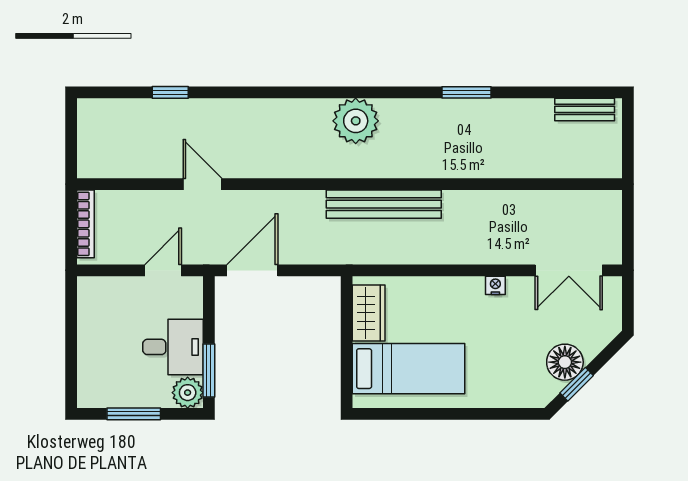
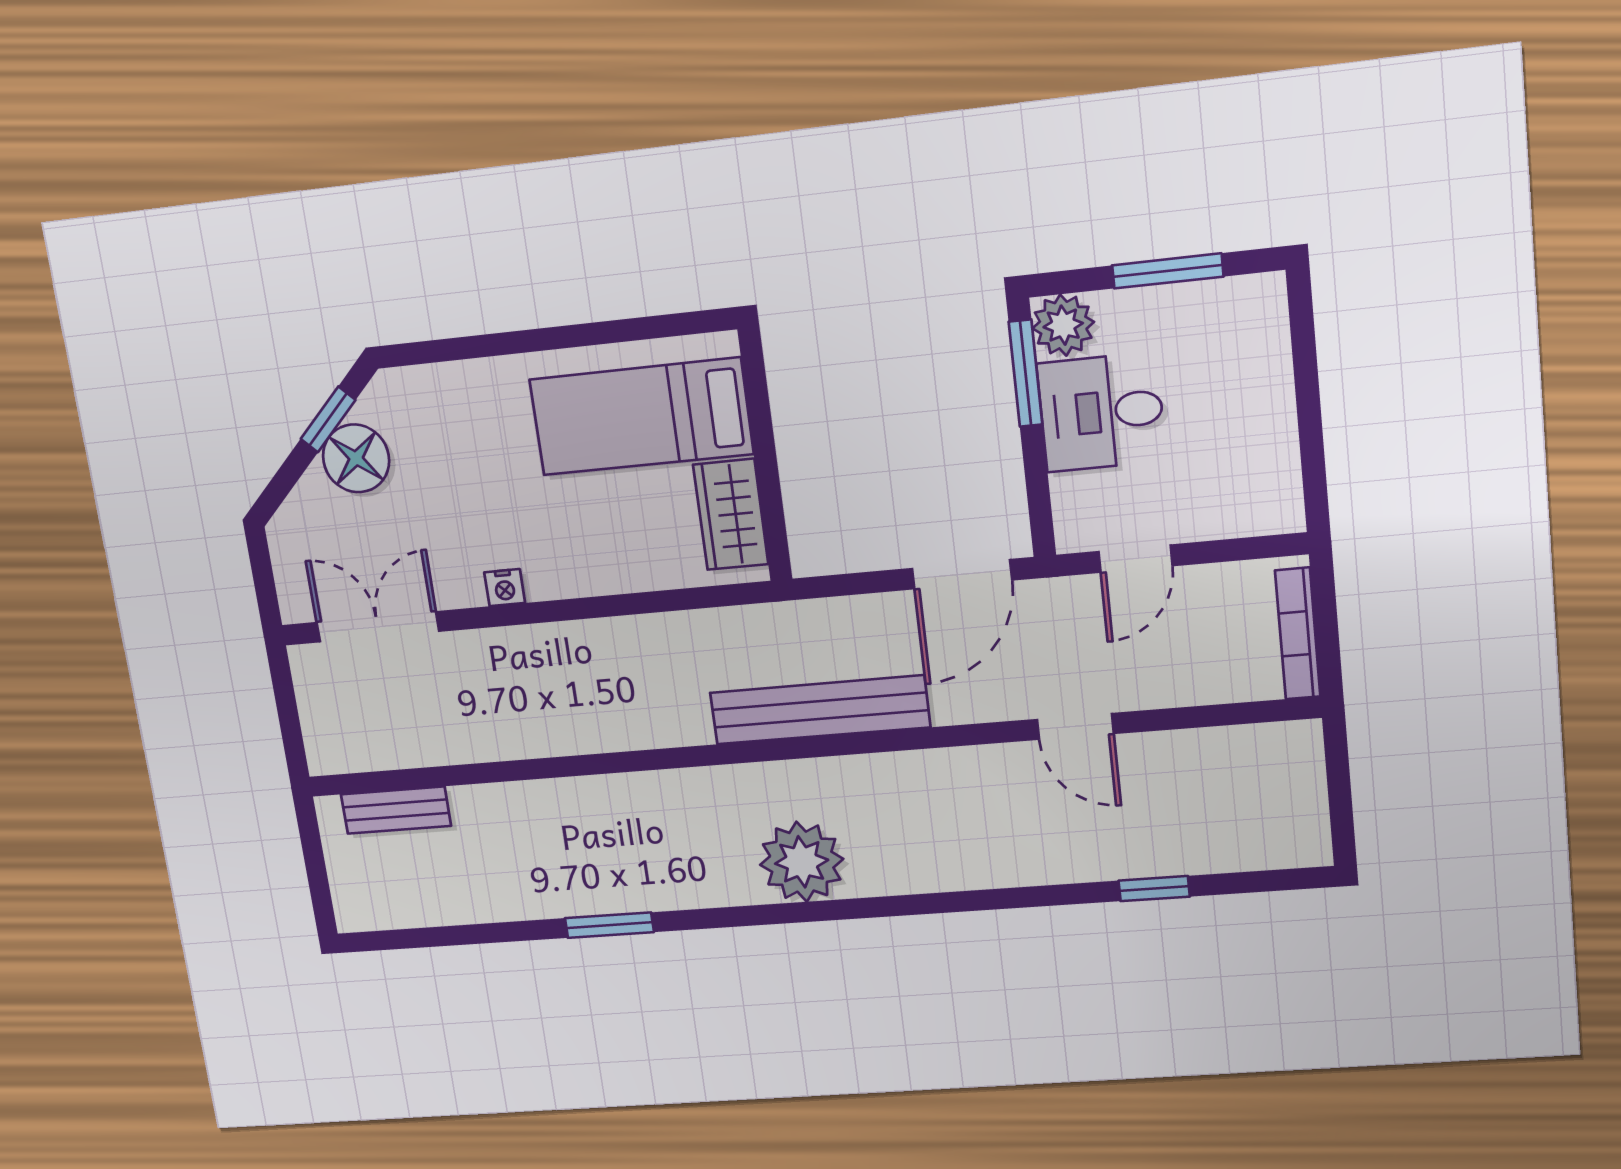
bench: (585, 109) -> (396, 810), moved
bench: (384, 204) -> (820, 710), moved

